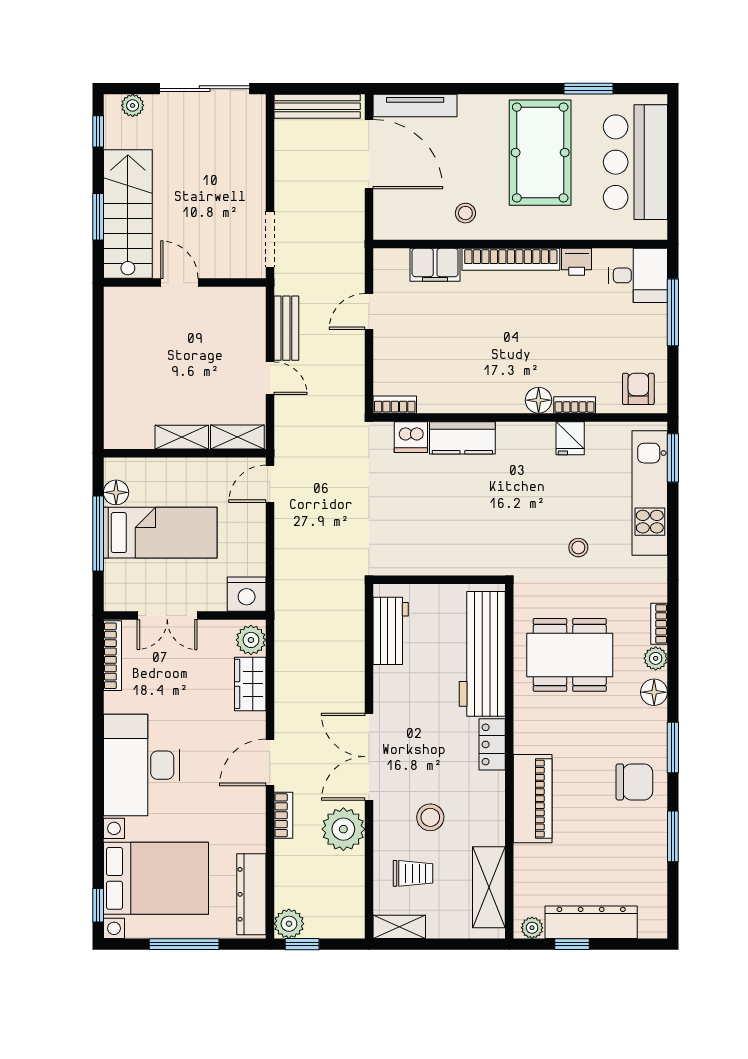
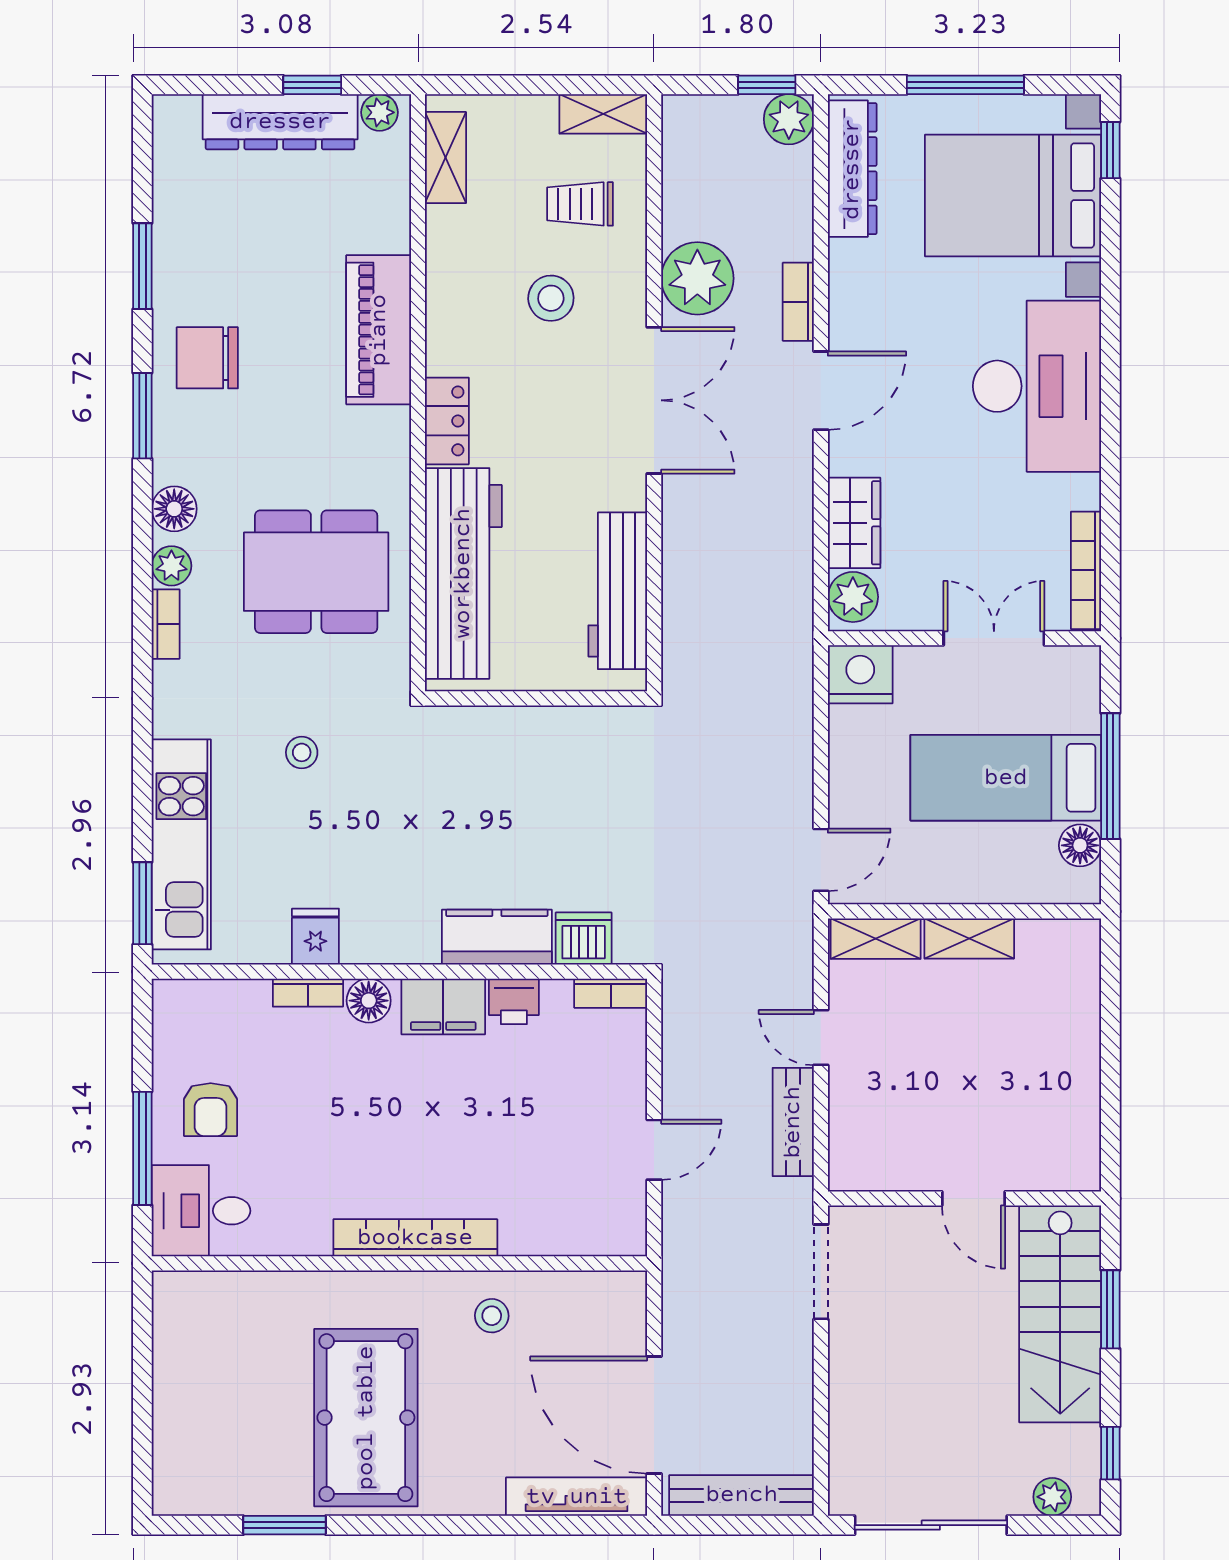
bar counter: (635, 162) -> (206, 1401), removed
printer: (577, 262) -> (514, 1001), moved, turned 180
filing cabinet: (435, 265) -> (443, 1006), moved, turned 180
armchair: (638, 389) -> (211, 1110), moved
workbench: (391, 631) -> (618, 591), width x1.37
shelving: (489, 887) -> (445, 158), width x0.67, depth x0.75

